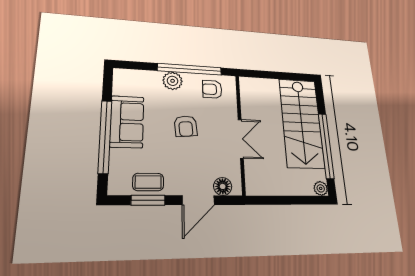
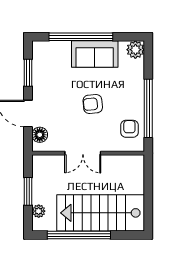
plant: (173, 81) -> (135, 50), moved
coffee table: (148, 182) -> (43, 73), removed
plant: (321, 188) -> (39, 211), moved
window: (287, 200) -> (28, 191), added

